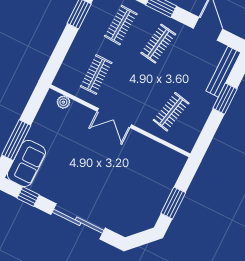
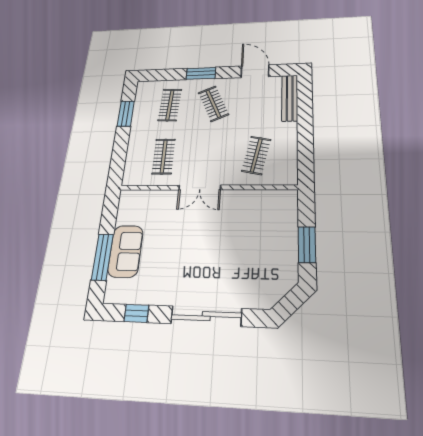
clothes rail: (158, 44) -> (213, 104), turned -33
window: (225, 99) -> (305, 119), removed
plant: (63, 102) -> (140, 196), removed
sofa: (26, 163) -> (126, 251), moved

